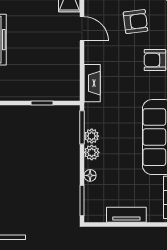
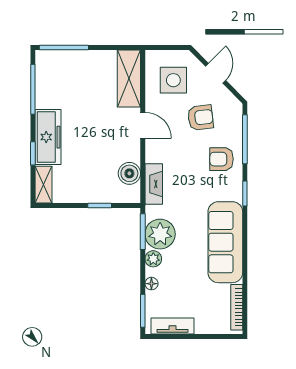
boiler: (70, 73) -> (129, 173), added
plant: (92, 136) -> (160, 234), width x1.88, depth x1.88
tv unit: (126, 215) -> (173, 326), moved

